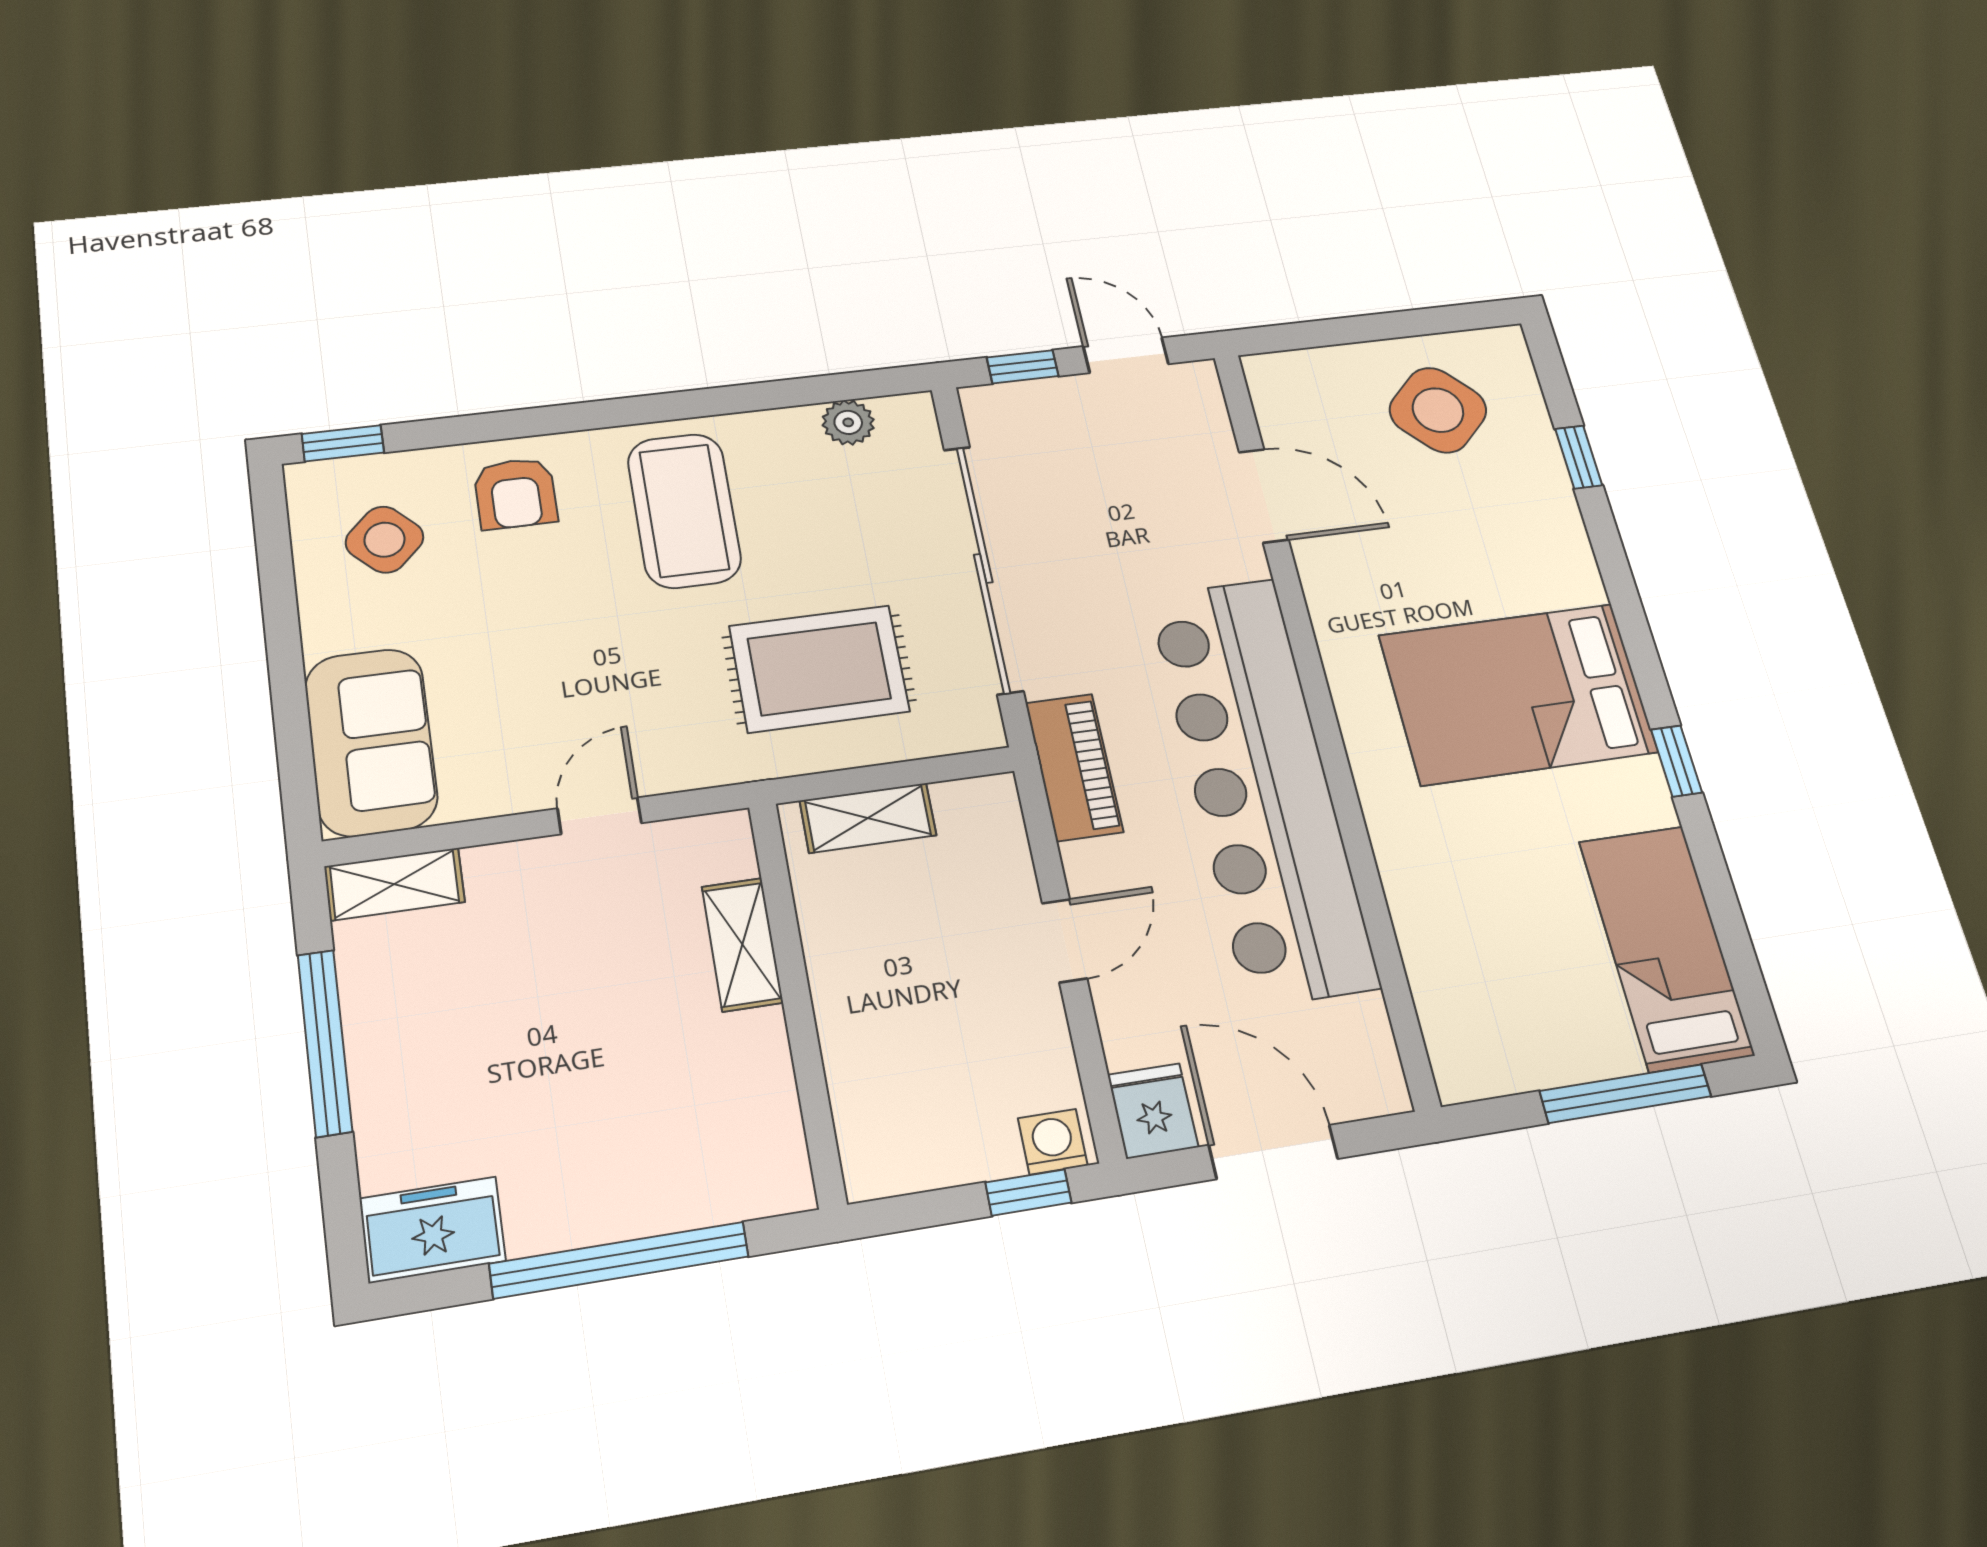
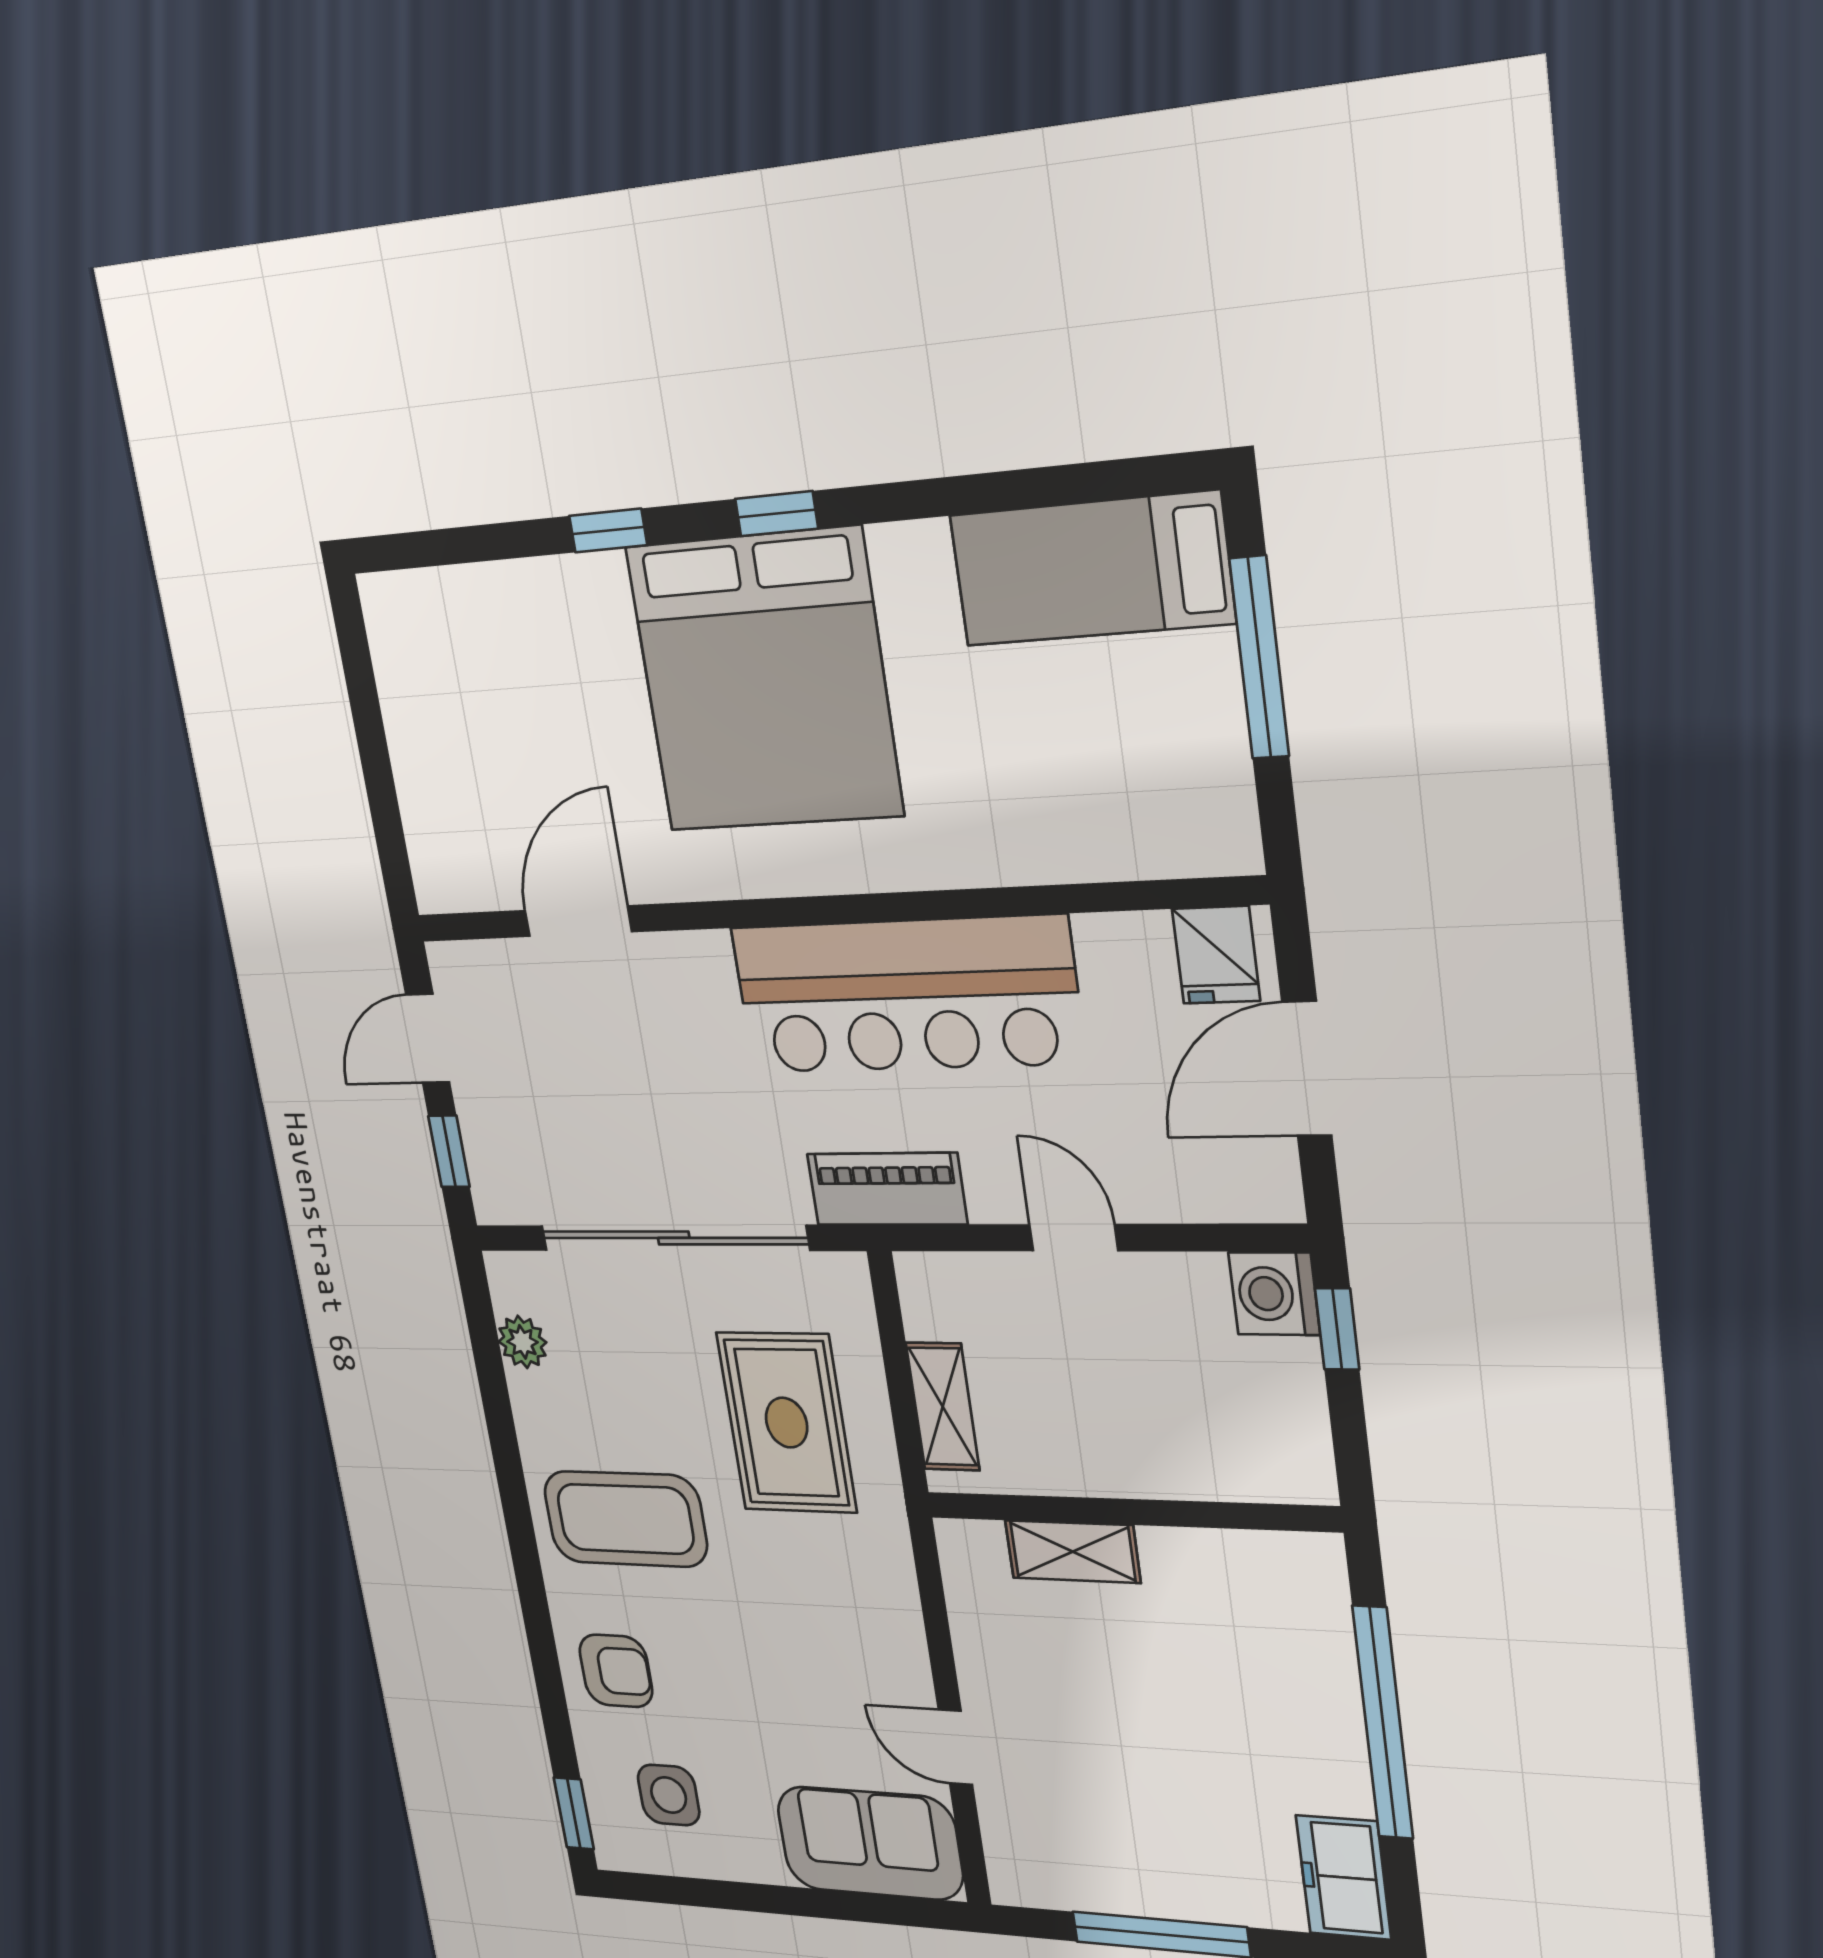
side table: (1438, 410) -> (466, 698), removed
window: (1579, 457) -> (608, 531), moved
side table: (385, 540) -> (669, 1795), turned 45
bed: (1518, 694) -> (764, 681), width x1.36
window: (1677, 761) -> (776, 514), moved
bar counter: (1261, 787) -> (906, 995), width x0.73
door: (600, 816) -> (955, 1747), moved
shelving: (394, 884) -> (1009, 1849), removed
fridge: (1153, 1111) -> (1216, 955), moved, turned -90
washing machine: (1053, 1142) -> (1274, 1294), width x1.38, depth x1.38

